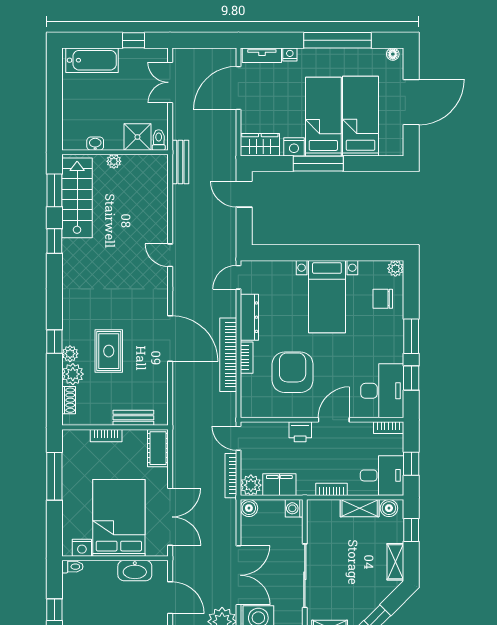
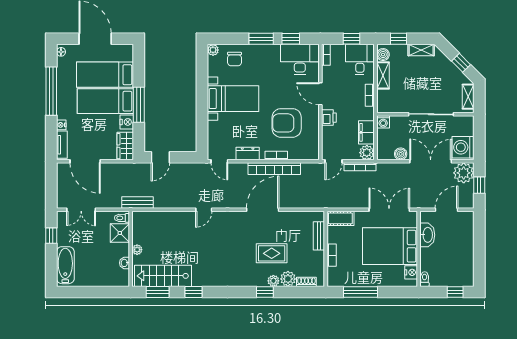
dresser: (249, 317) -> (248, 154), width x0.70
boiler: (249, 508) -> (401, 154), moved

